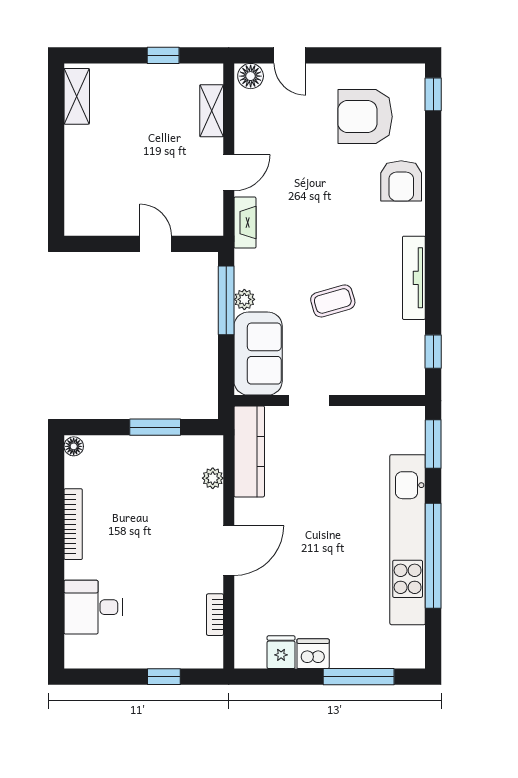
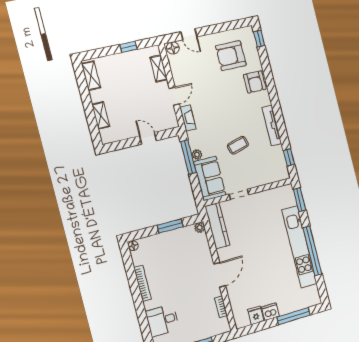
shelving: (76, 178) -> (101, 115), added
plant: (213, 478) -> (200, 228), moved

